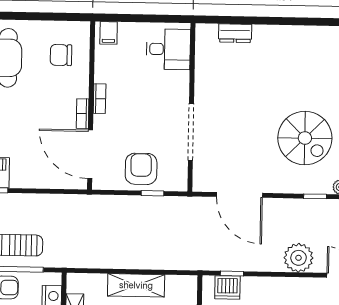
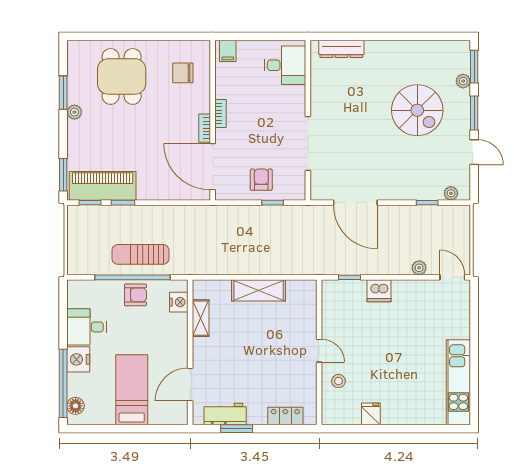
dresser: (235, 33) -> (341, 49), width x1.44
spiral stairs: (305, 138) -> (417, 110), moved
armchair: (141, 169) -> (261, 180), width x0.72, depth x0.72
plant: (299, 258) -> (419, 268), width x0.53, depth x0.53
dishwasher: (227, 287) -> (379, 291), moved

